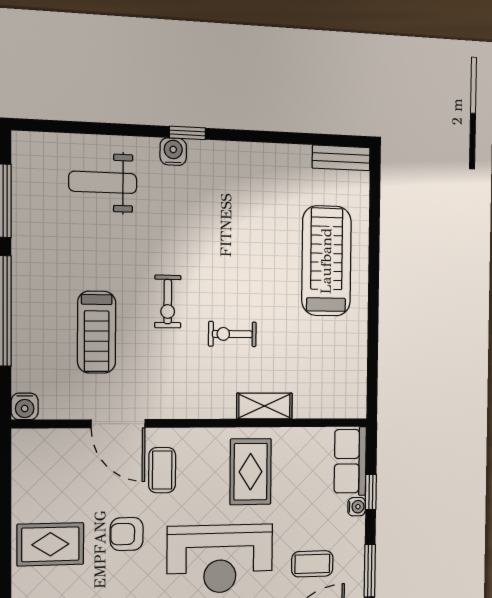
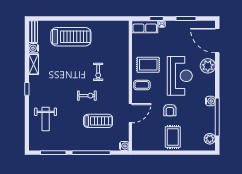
water cooler: (173, 152) -> (34, 48), moved
treadmill: (326, 261) -> (71, 37), turned 180
shelving: (264, 406) -> (34, 64), moved
coffee table: (162, 470) -> (142, 85), moved
coffee table: (312, 564) -> (183, 41), removed

